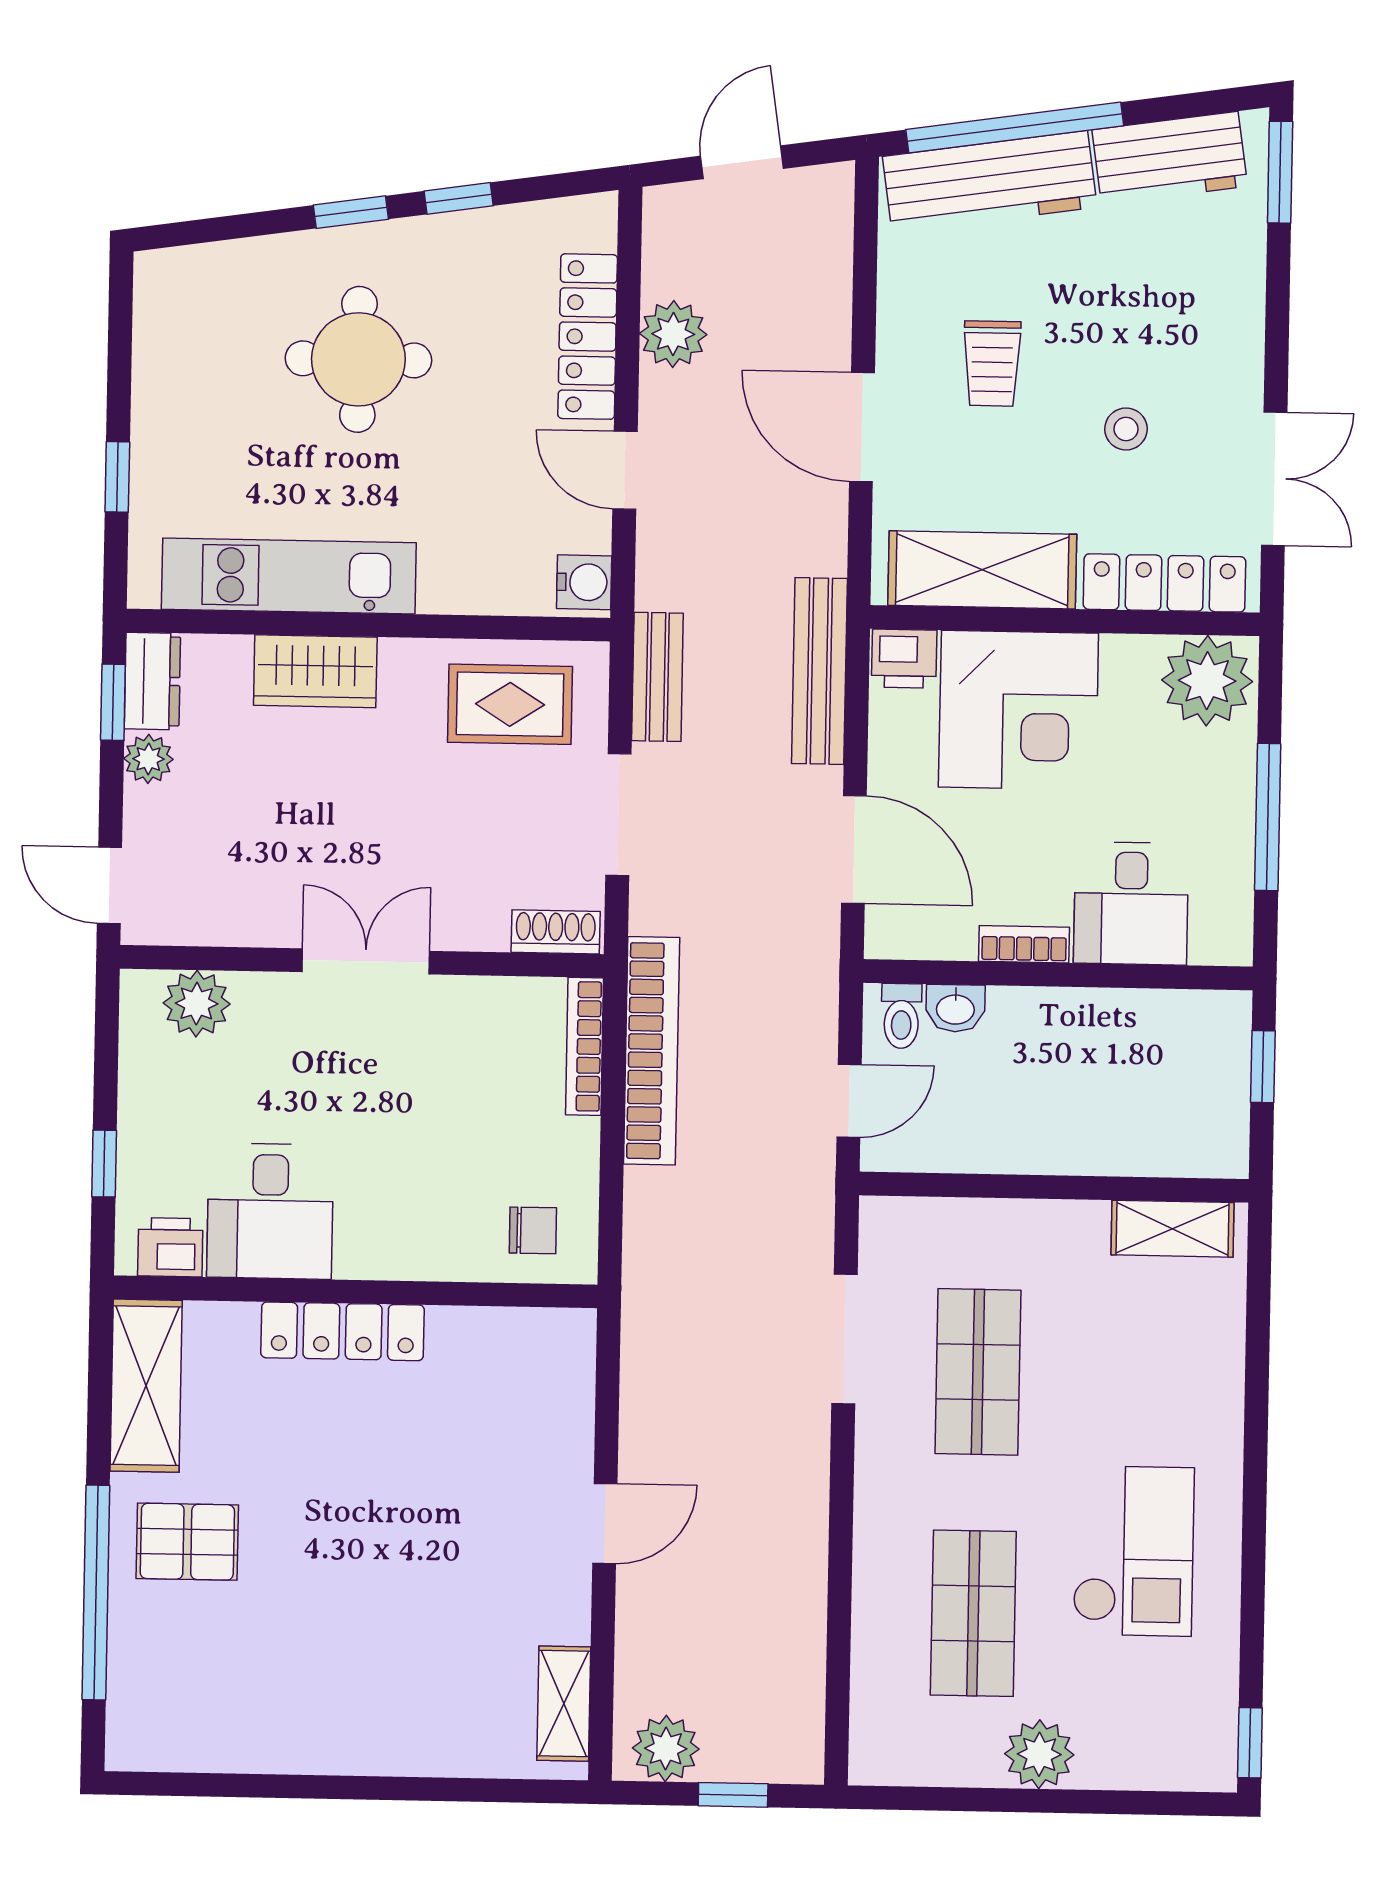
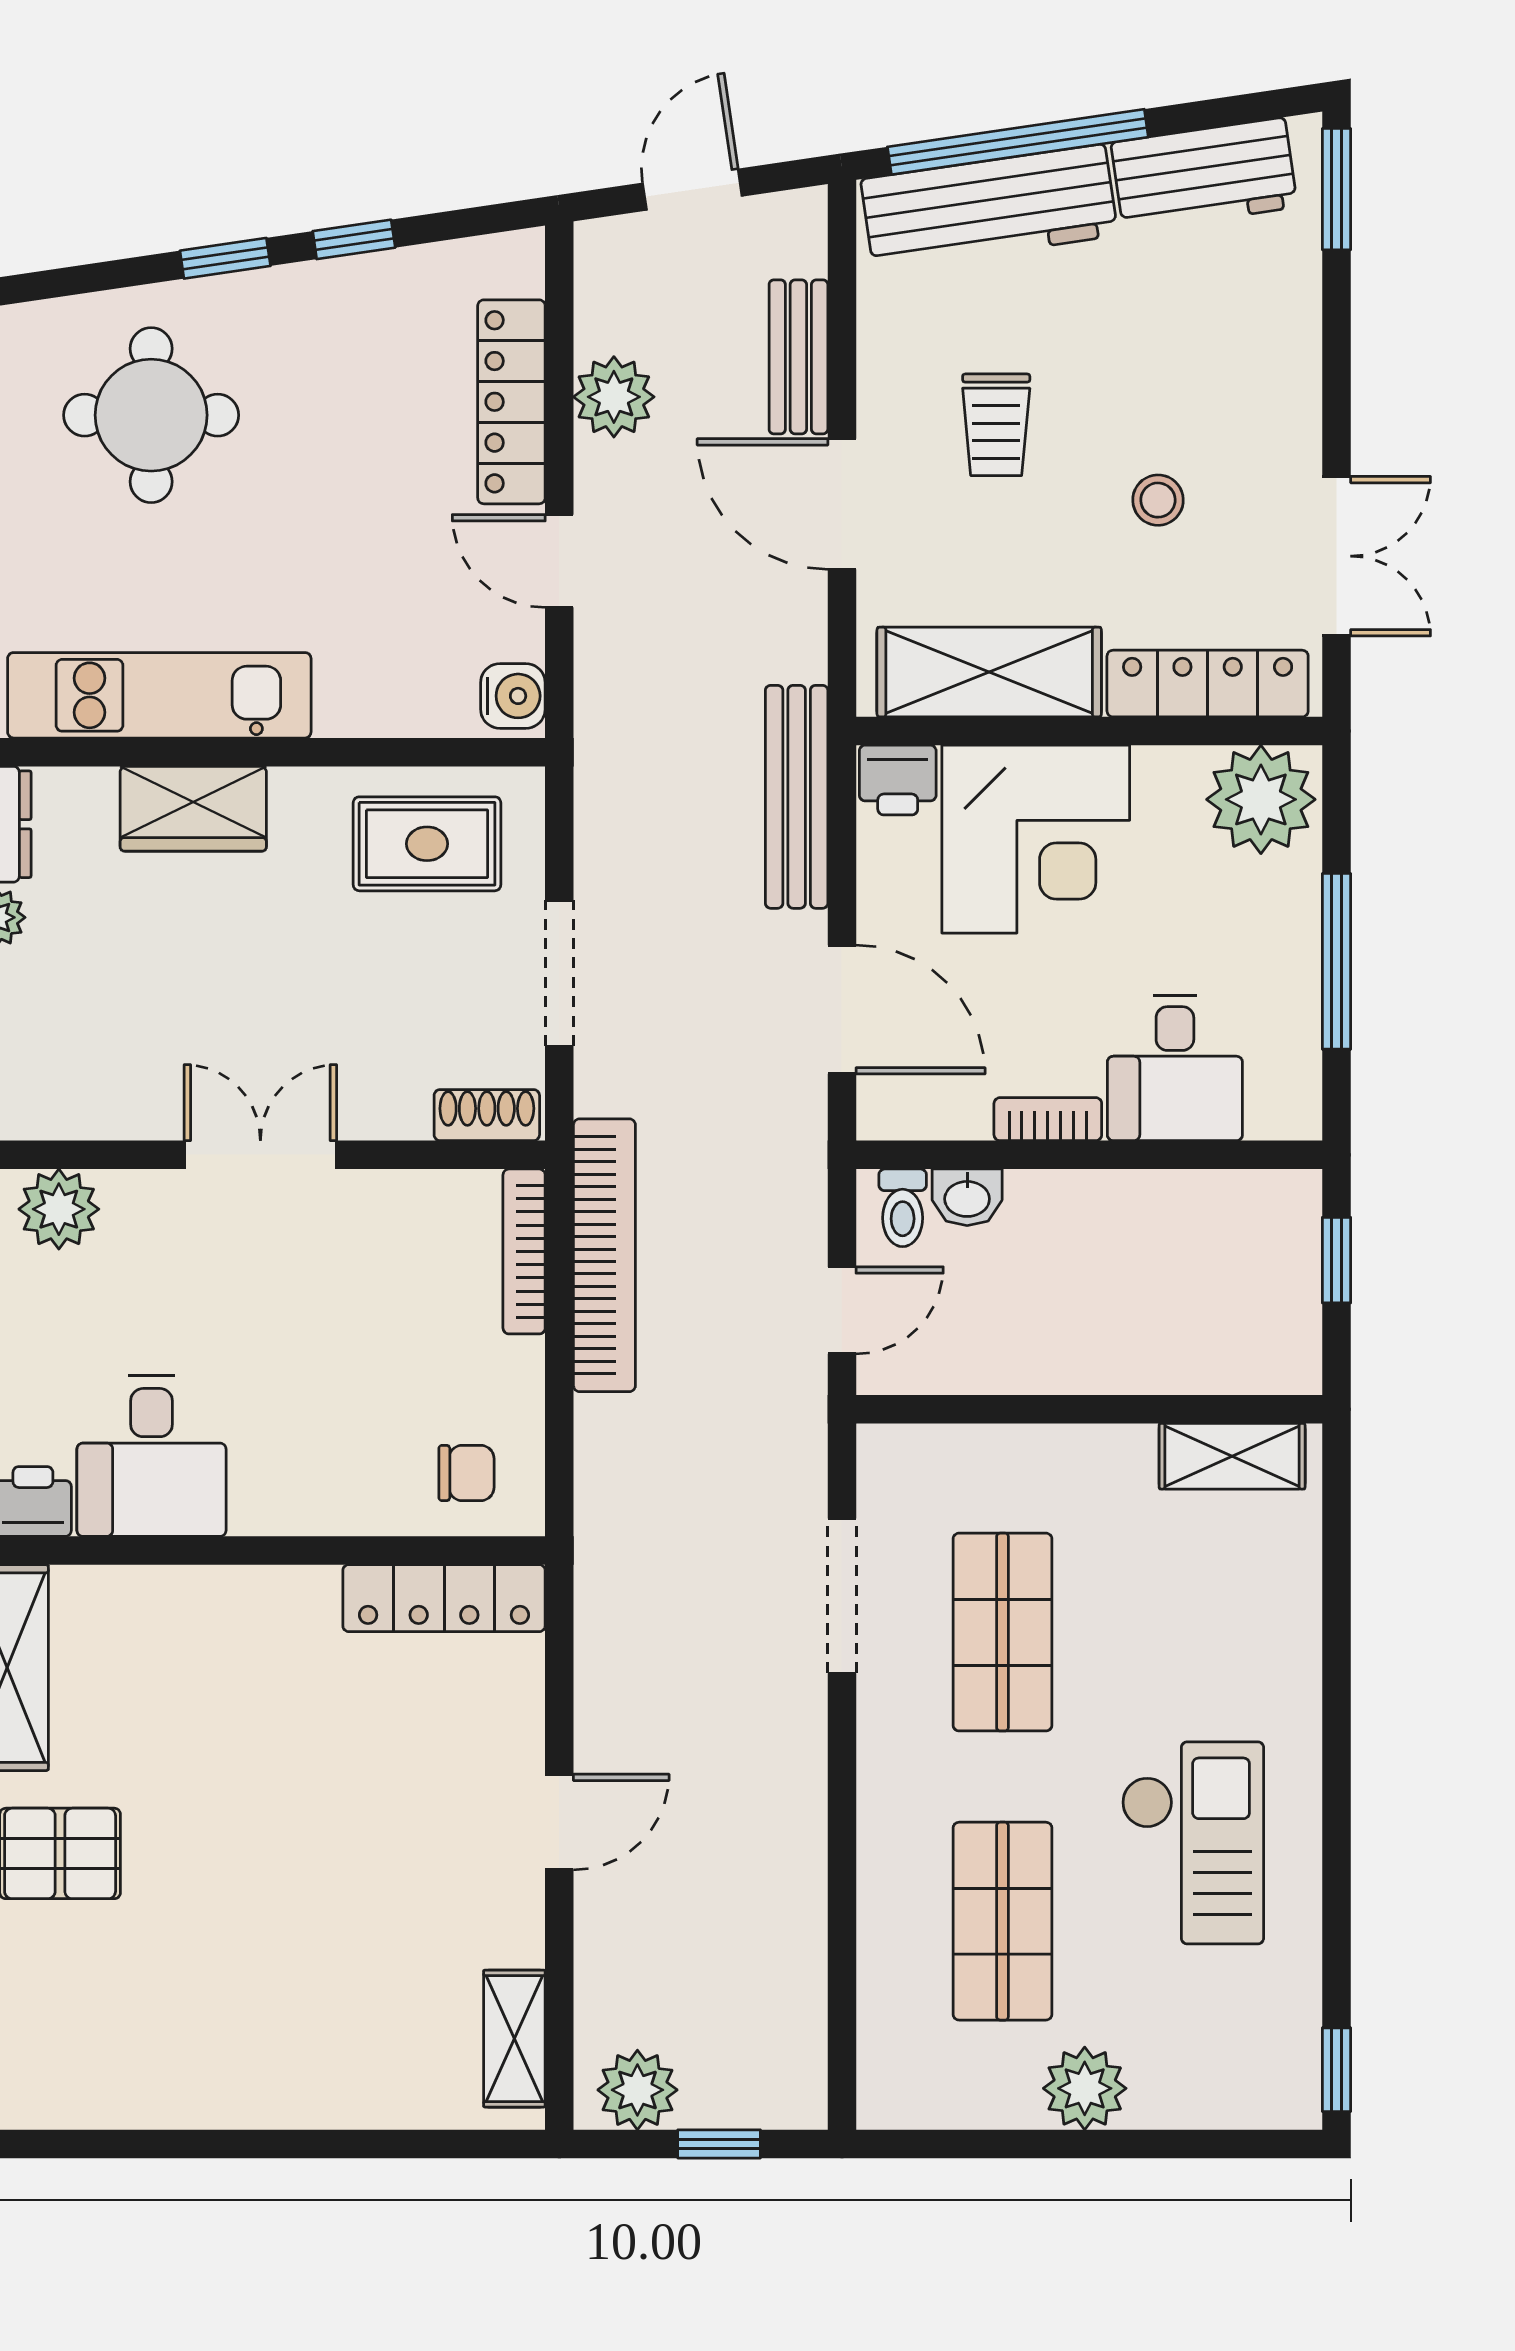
round table: (358, 359) -> (151, 415), moved
bench: (657, 677) -> (798, 357), moved
locker: (343, 1331) -> (444, 1598), moved

